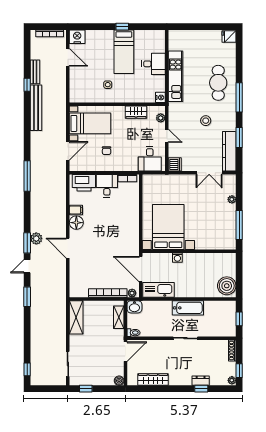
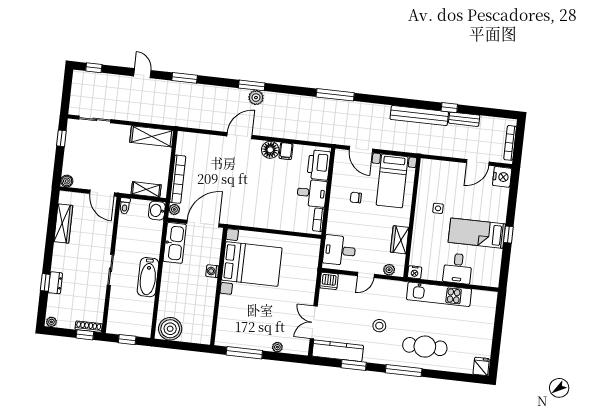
door: (27, 266) -> (142, 73), moved
window: (239, 371) -> (85, 335), moved

